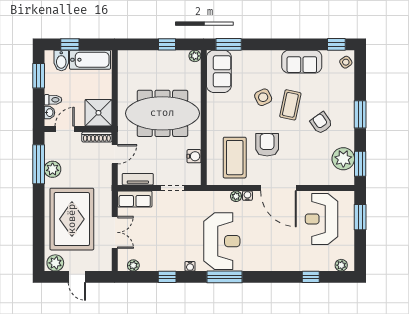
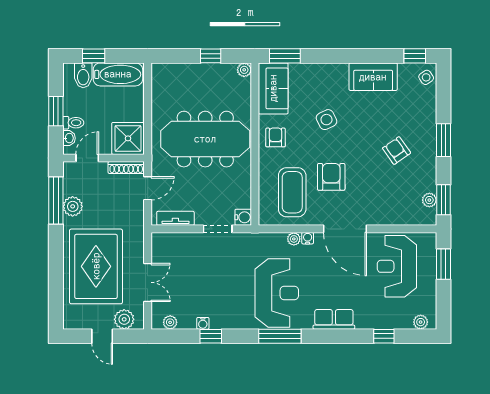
window: (39, 76) -> (56, 111), moved
coffee table: (290, 105) -> (359, 129), removed
armchair: (221, 112) -> (276, 137), added
water cooler: (194, 156) -> (243, 217), moved
plant: (343, 159) -> (429, 200), width x0.53, depth x0.53
row of seats: (135, 199) -> (334, 319), moved, turned 180
plant: (55, 263) -> (124, 319), moved
water cooler: (190, 266) -> (203, 323), moved

